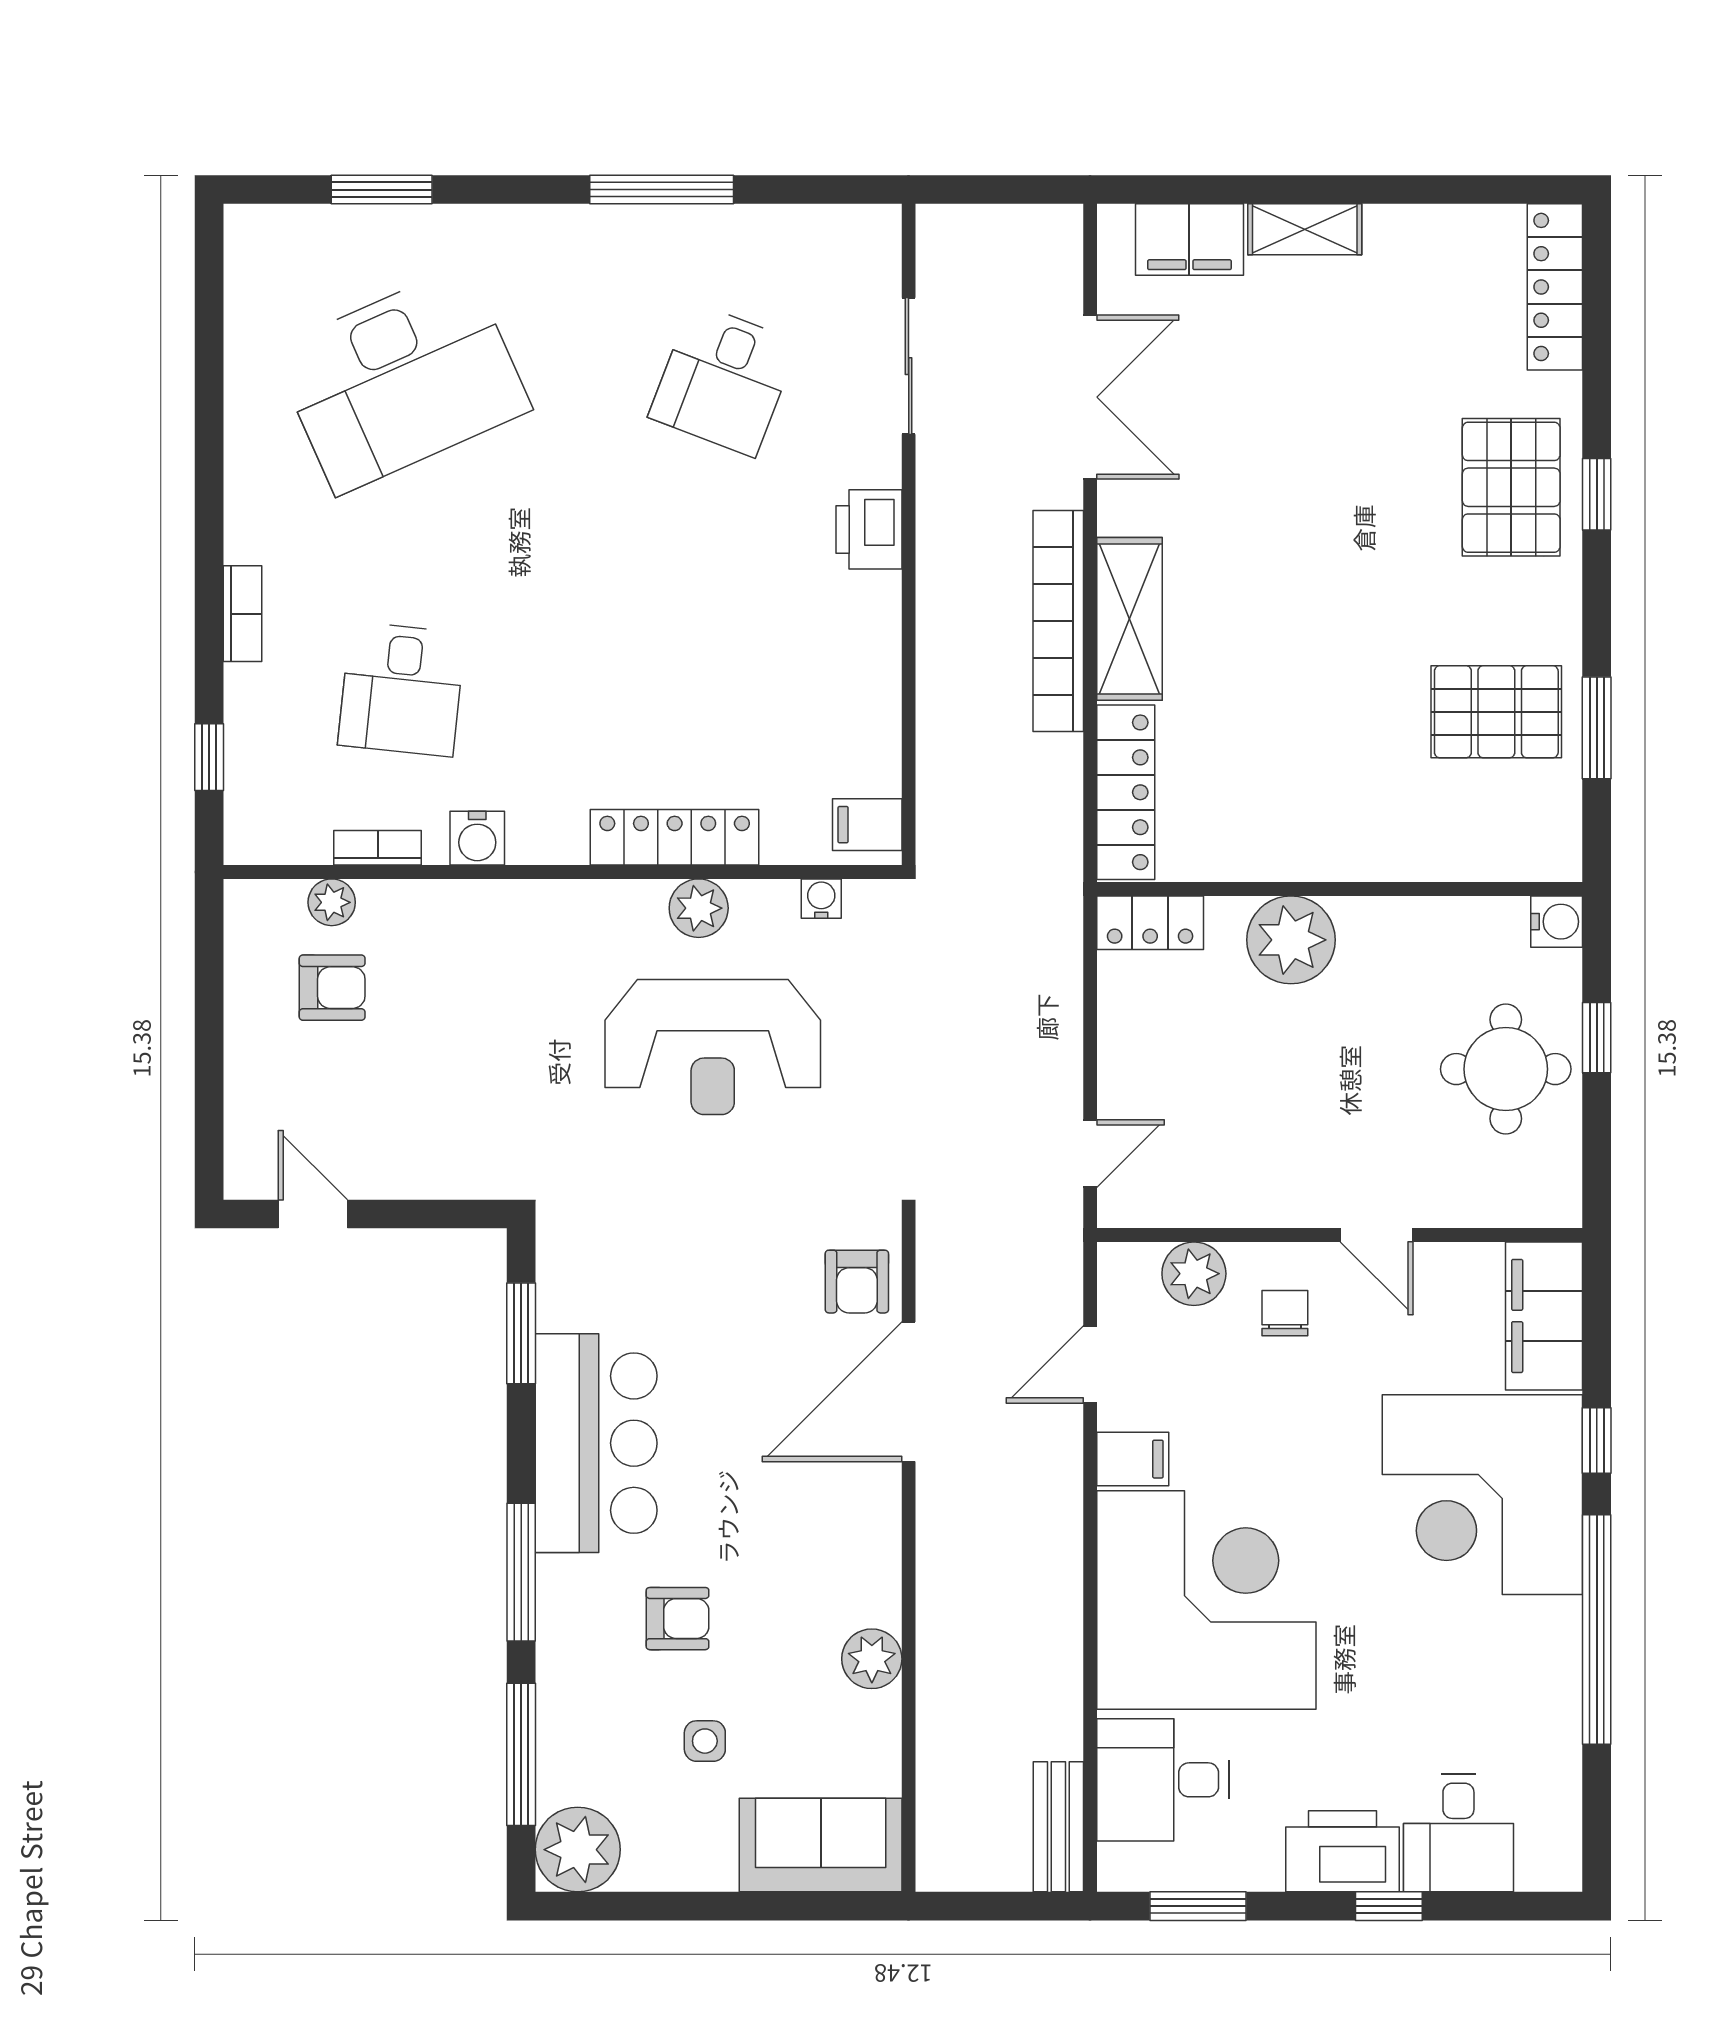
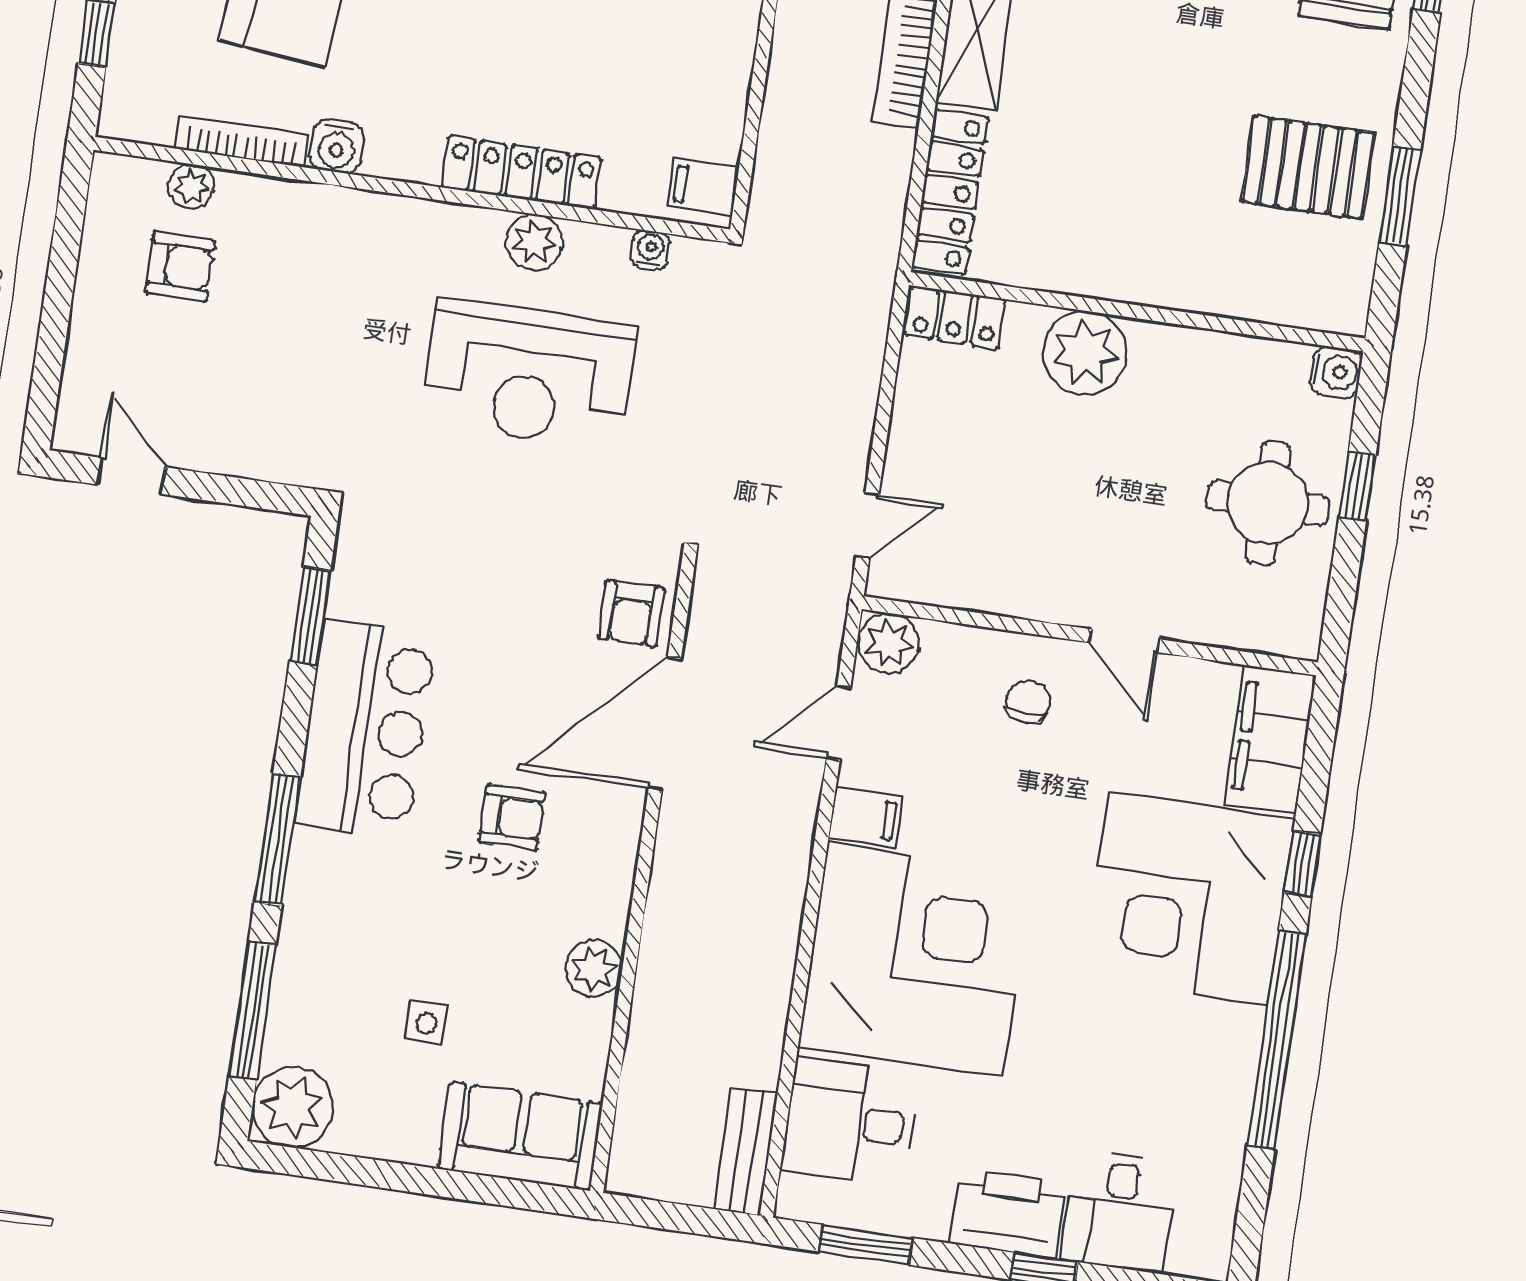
bookcase: (378, 848) -> (242, 142), width x1.56
plant: (1194, 1274) -> (889, 643), moved
armchair: (678, 1619) -> (512, 817), moved

